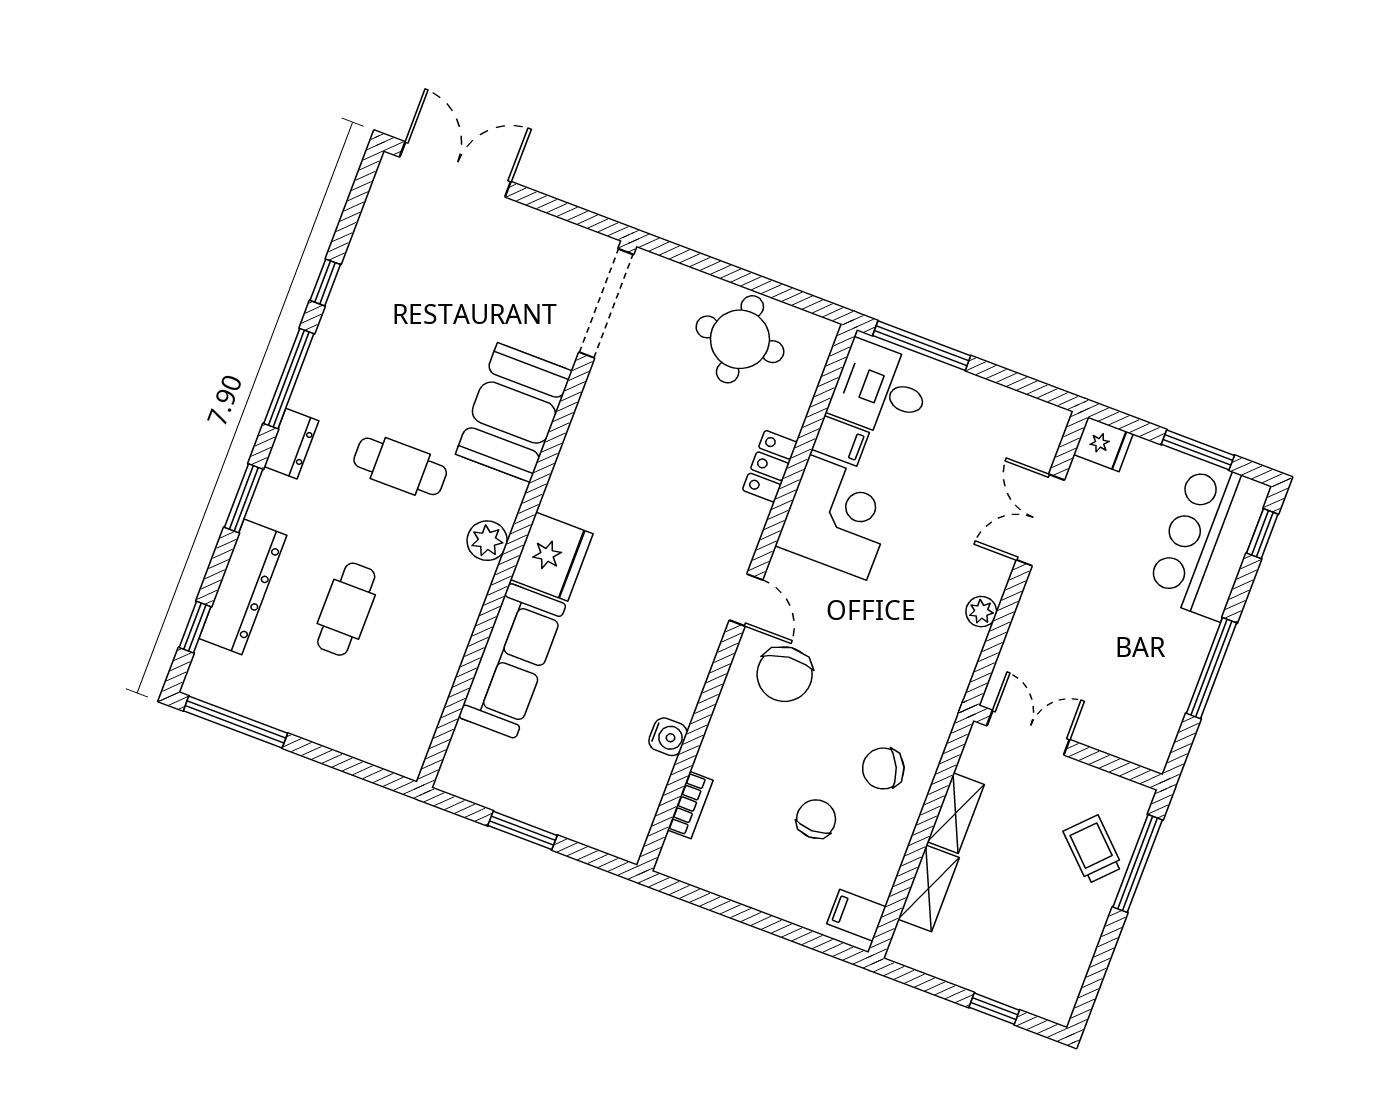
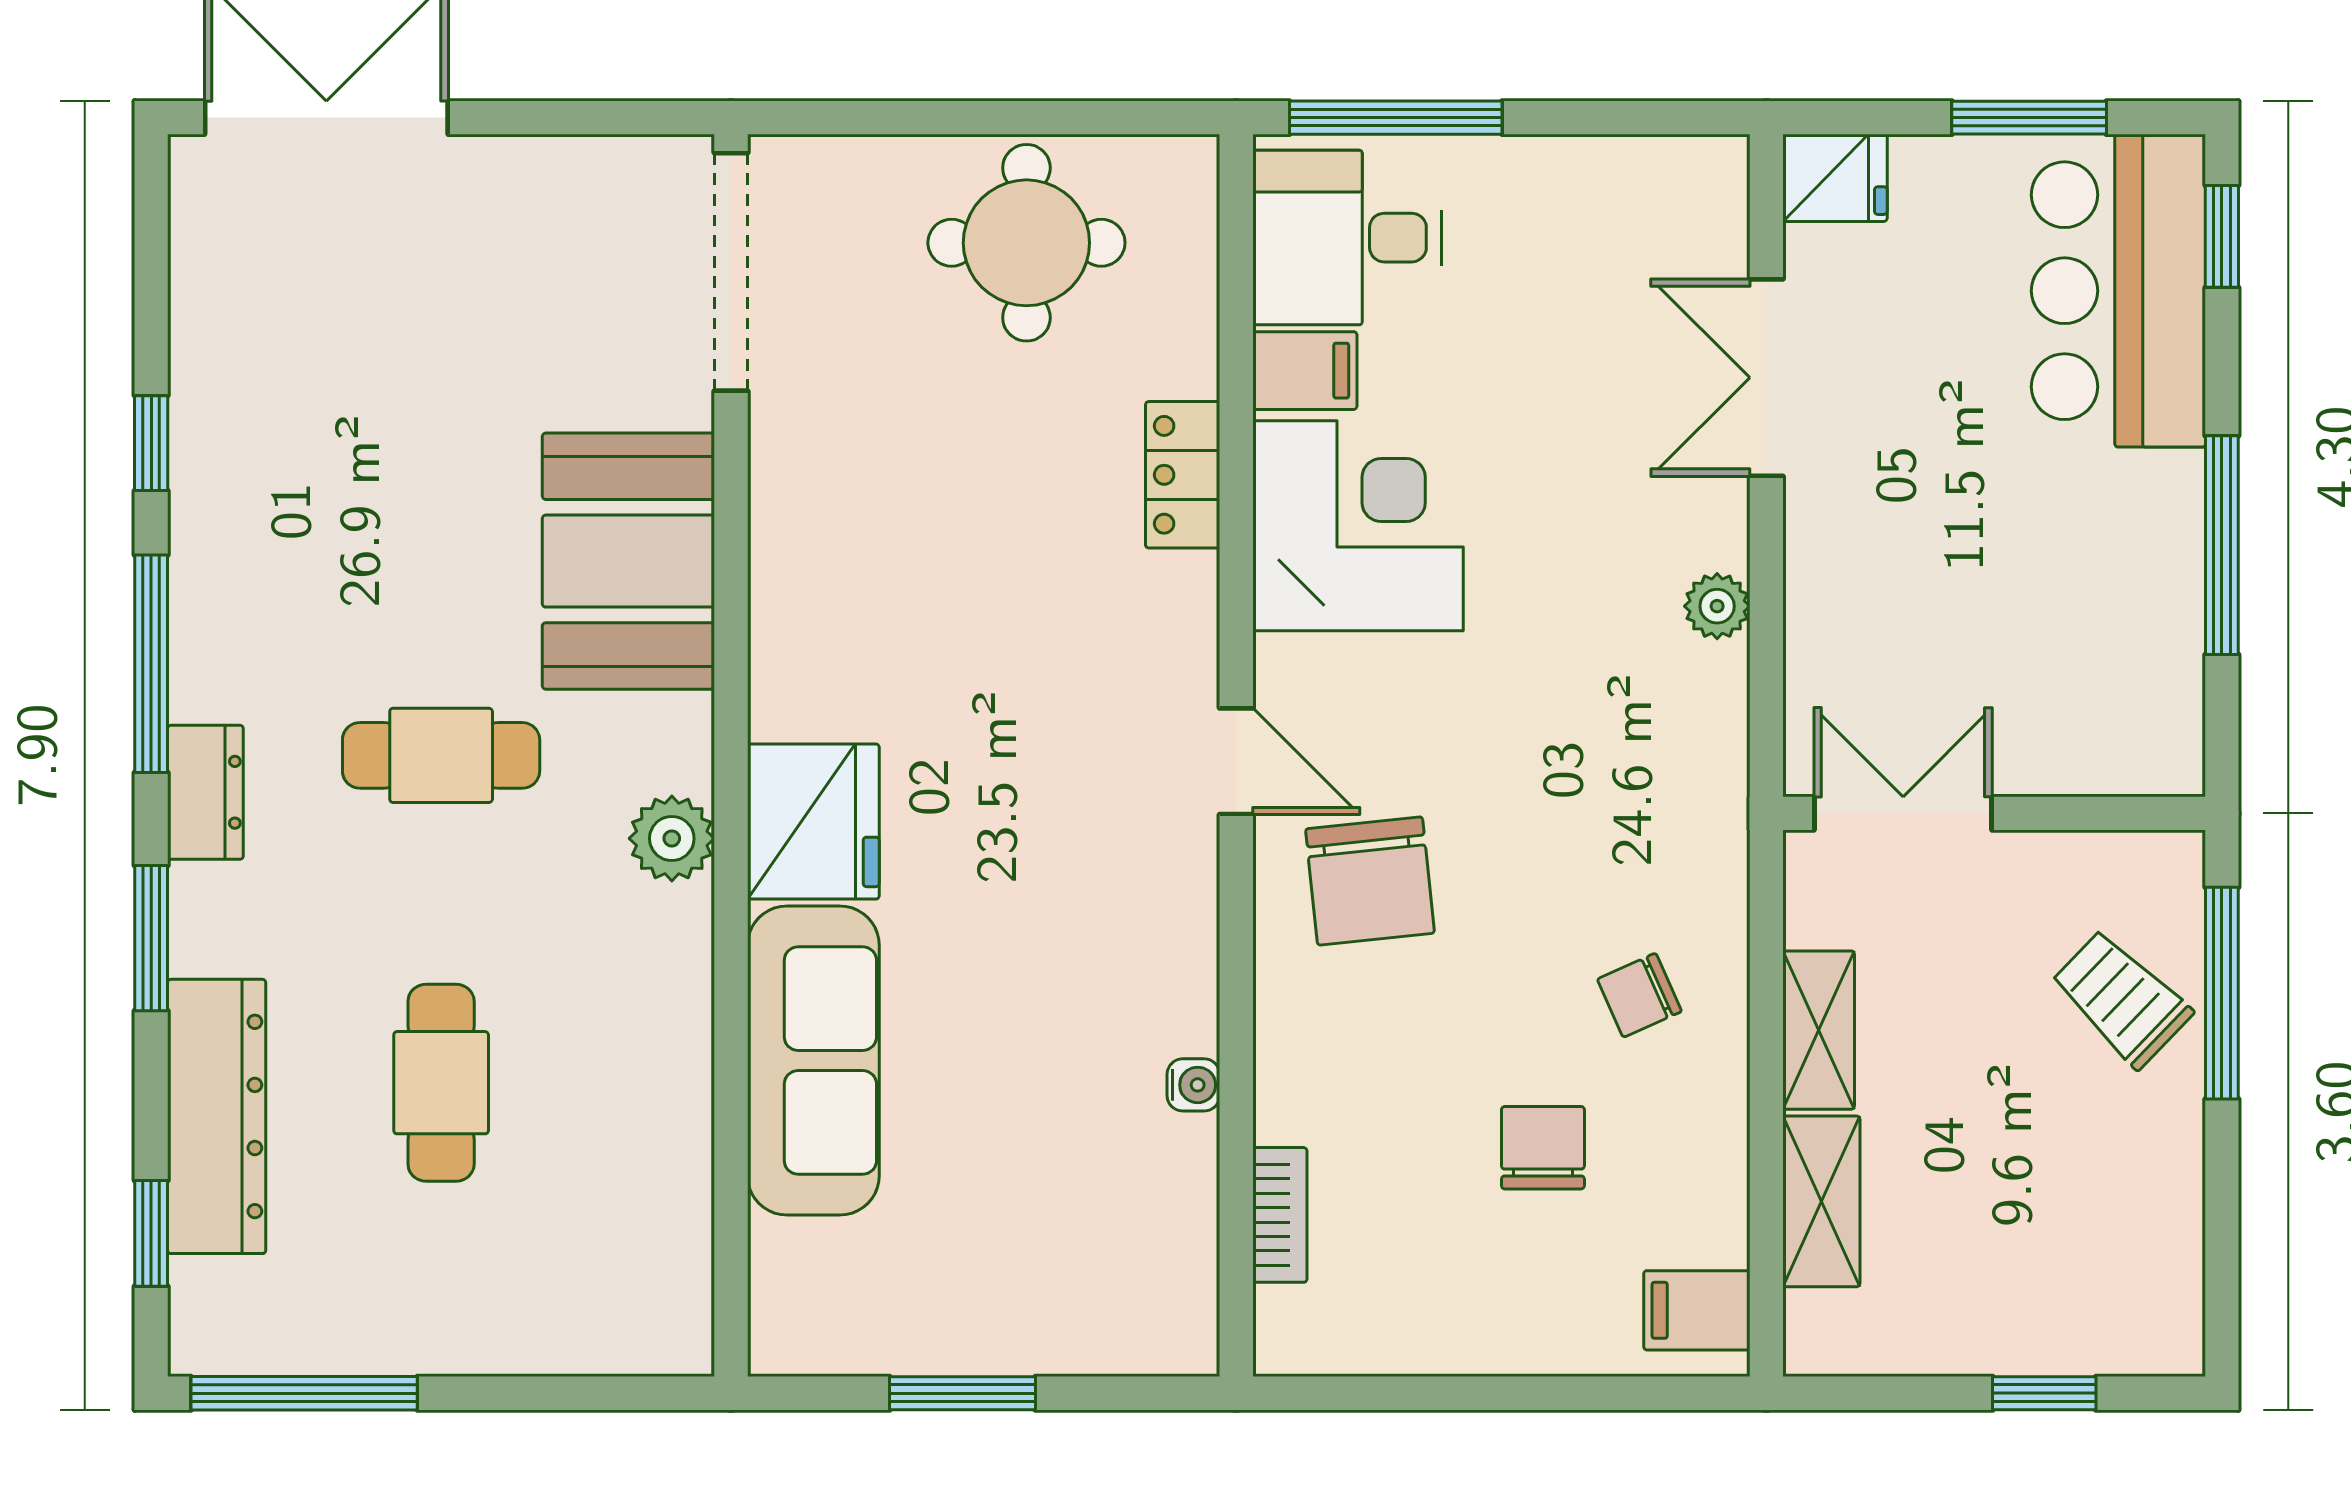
water cooler: (668, 737) -> (1193, 1085), width x0.72, depth x0.72
chair: (883, 768) -> (1639, 995), width x0.73, depth x0.73

